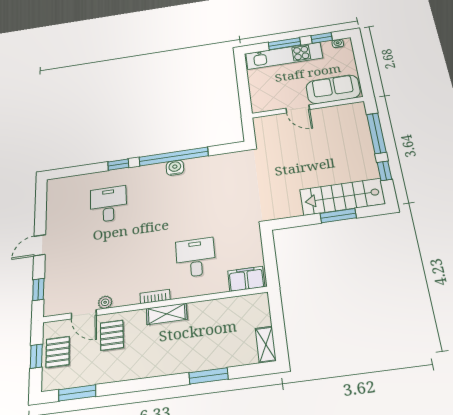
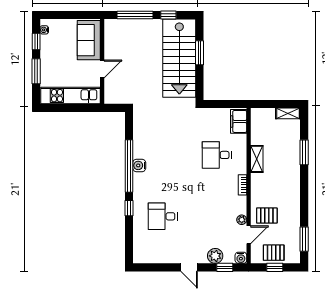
kitchen unit: (284, 56) -> (71, 96), moved, turned -90
stairs: (342, 197) -> (179, 58), width x1.36, depth x1.51
plant: (55, 275) -> (215, 256), added
water cooler: (51, 309) -> (241, 258), added
shelving: (167, 314) -> (257, 159), moved

